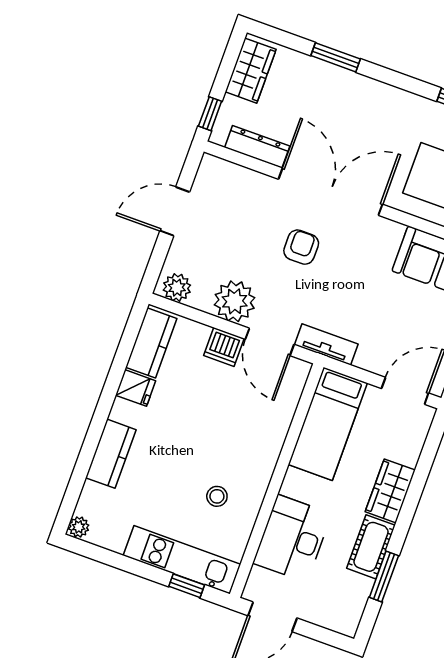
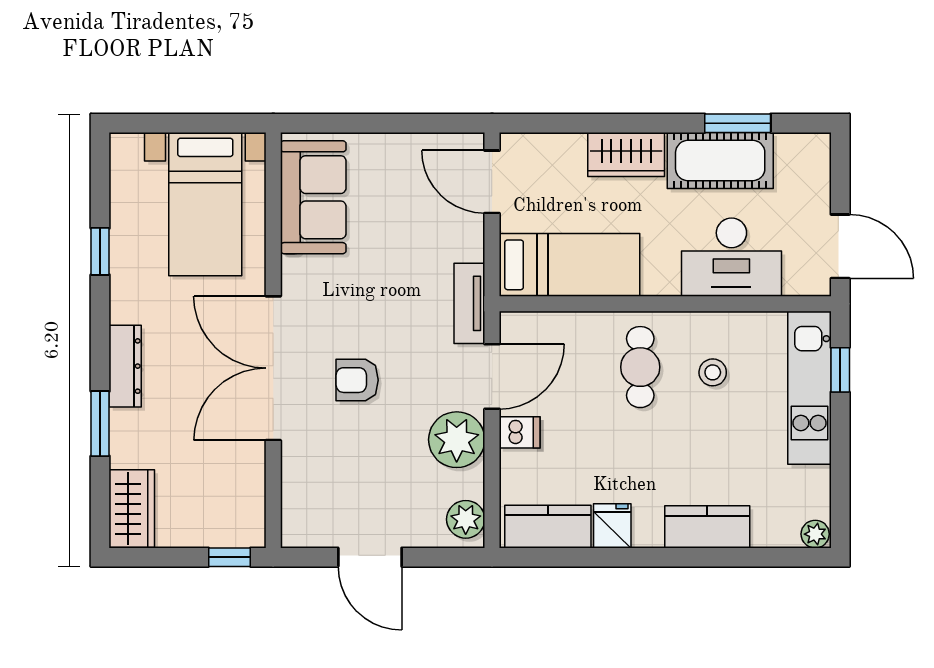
wardrobe: (251, 71) -> (132, 509), moved, turned 90
dresser: (257, 147) -> (125, 366), moved, turned 180
dishwasher: (224, 347) -> (520, 432), width x0.73
cafe table: (239, 447) -> (640, 367), added
cot: (371, 547) -> (720, 161), width x1.37, depth x1.34

